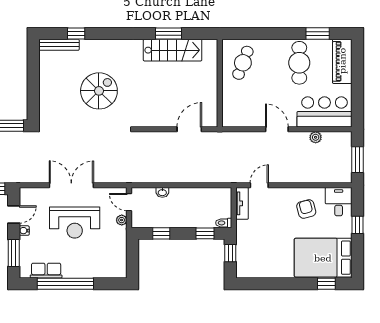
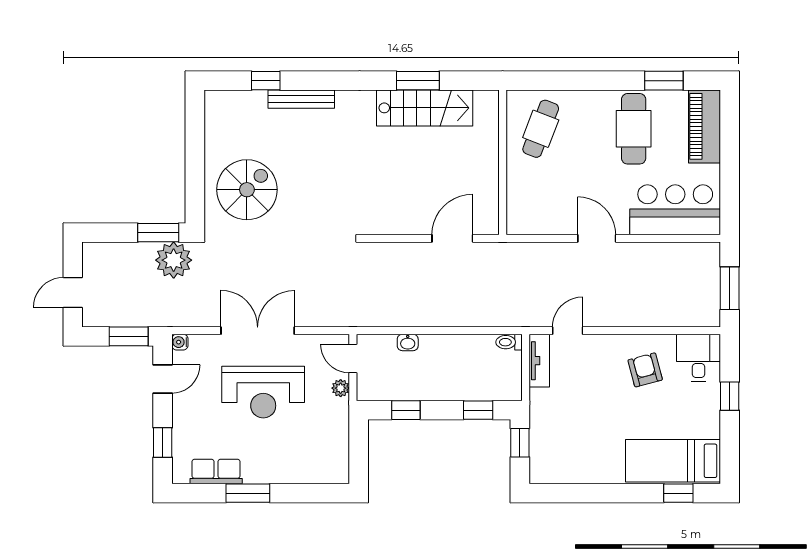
bench: (59, 45) -> (301, 99), moved
spiral stairs: (99, 91) -> (247, 190), moved
plant: (316, 137) -> (174, 260), moved, width x1.87, depth x1.87
toilet: (224, 223) -> (509, 342), moved
water cooler: (24, 231) -> (180, 342), moved
window: (14, 253) -> (163, 442), width x0.67
bed: (323, 258) -> (673, 461), width x0.67
window: (65, 284) -> (248, 493), width x0.47

